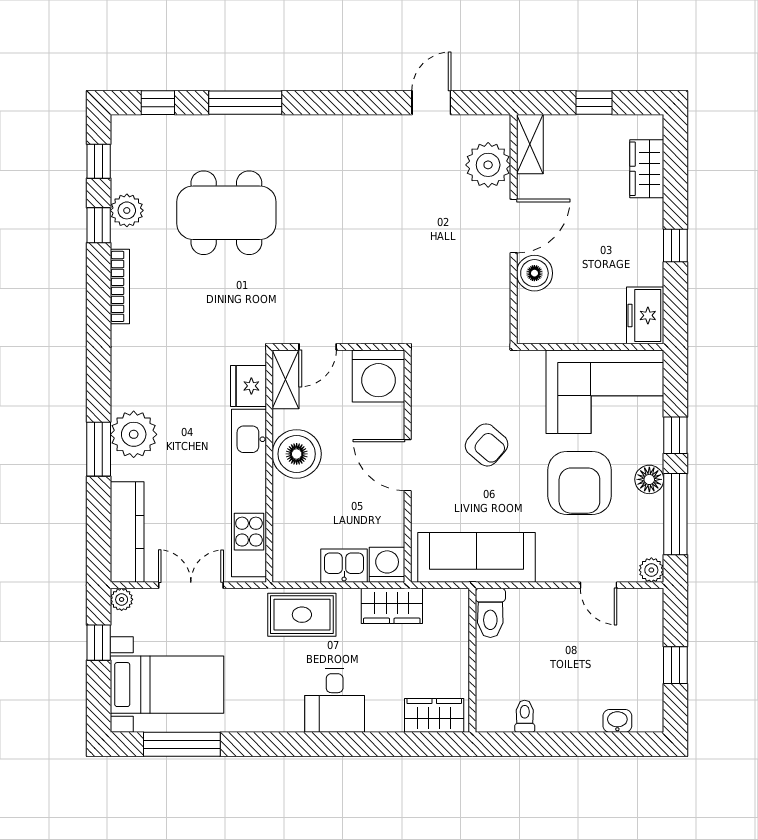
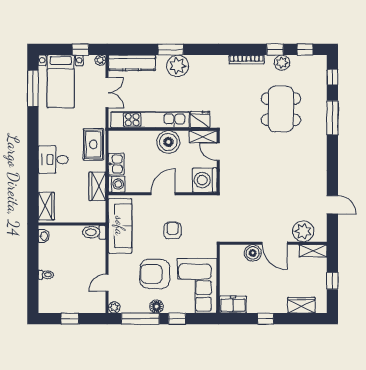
armchair: (487, 445) -> (173, 231), turned 139
toilet: (525, 716) -> (46, 275), moved
washbasin: (617, 721) -> (44, 236), moved

